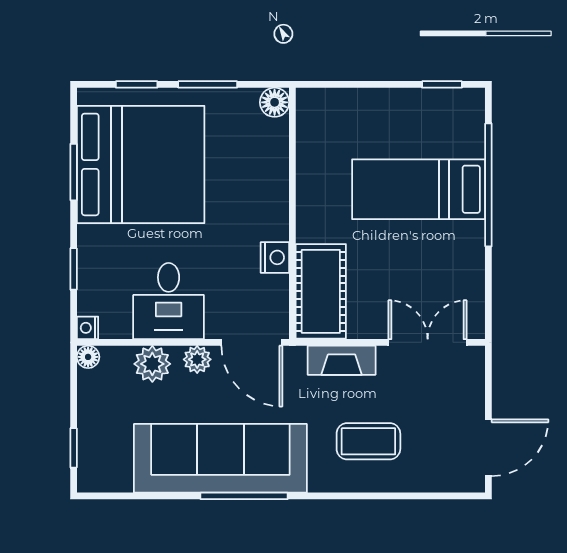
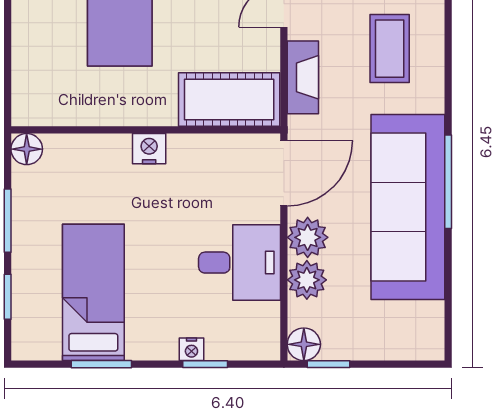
bed: (141, 164) -> (93, 292), width x0.49
nightstand: (275, 257) -> (149, 149), moved
nightstand: (88, 328) -> (191, 349), moved
floor lamp: (88, 357) -> (304, 344), width x1.37, depth x1.37
plant: (197, 359) -> (308, 237), width x1.38, depth x1.38
window: (74, 448) -> (328, 364), moved

